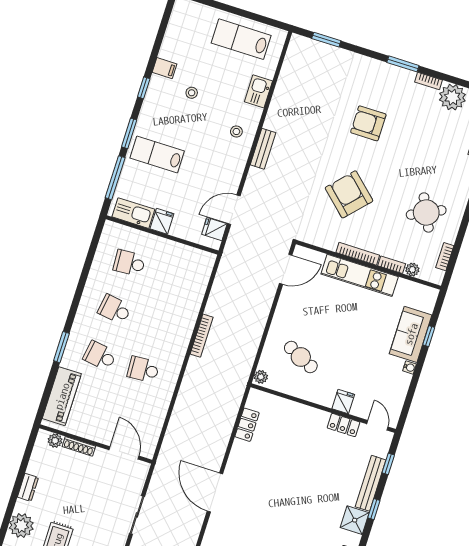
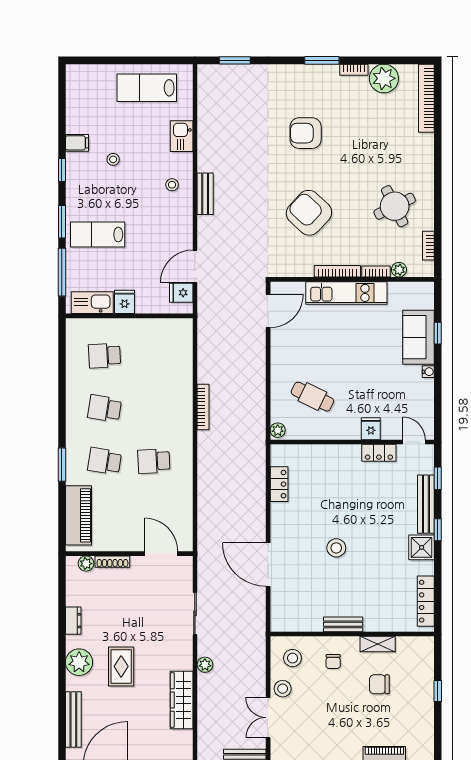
stool: (280, 497) -> (336, 548), added

